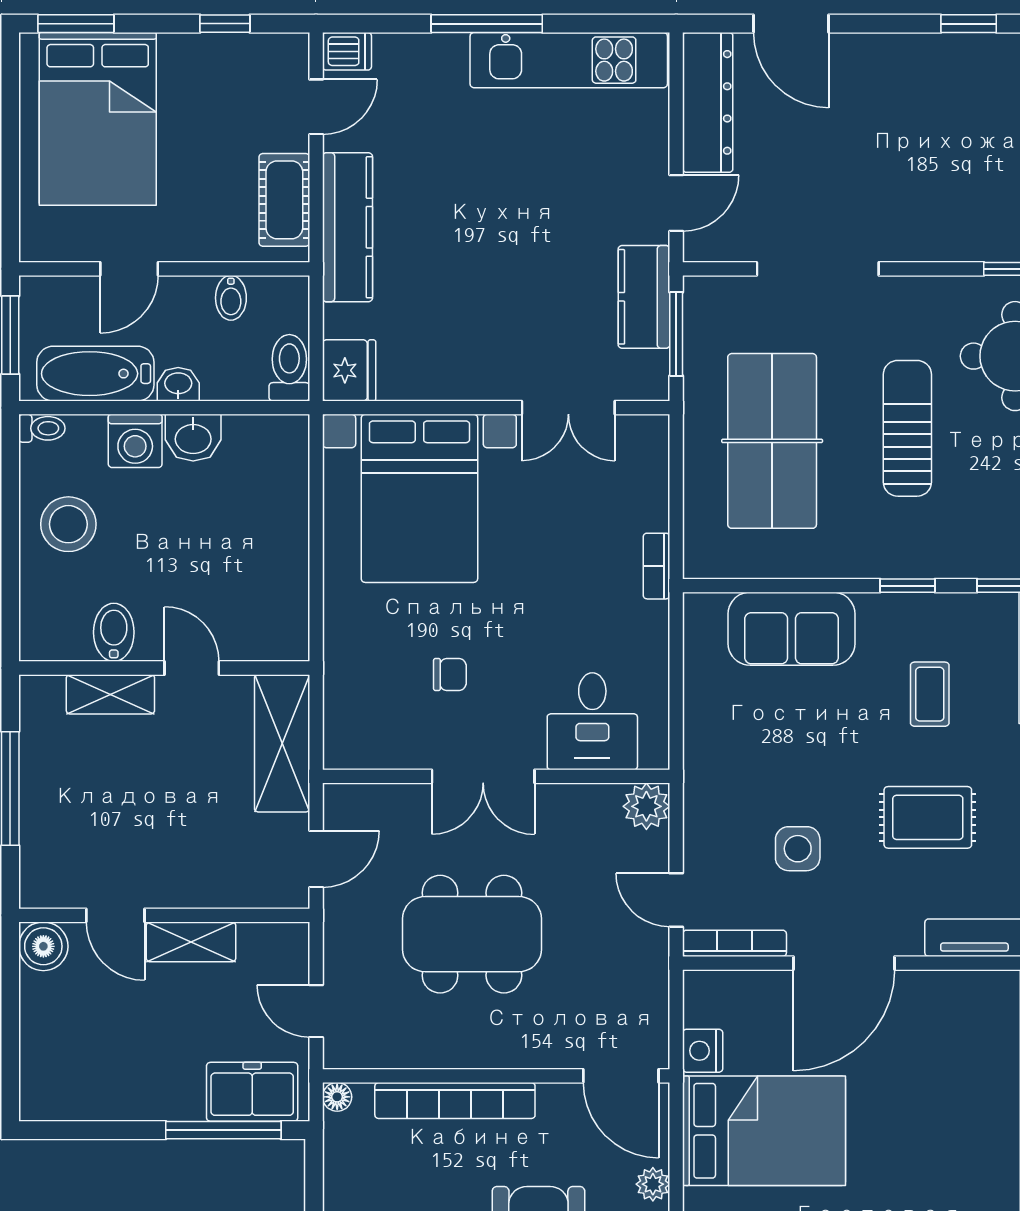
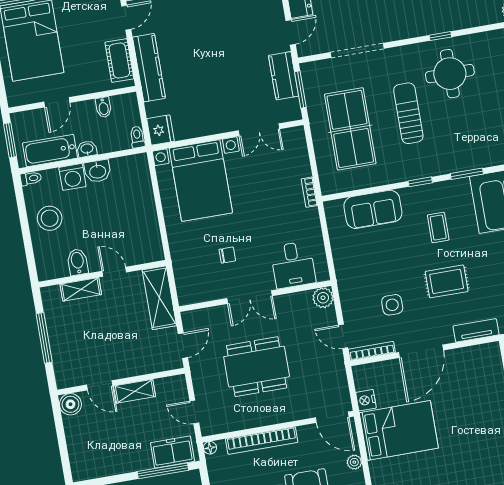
toilet: (289, 368) -> (137, 137), width x0.73, depth x0.72

